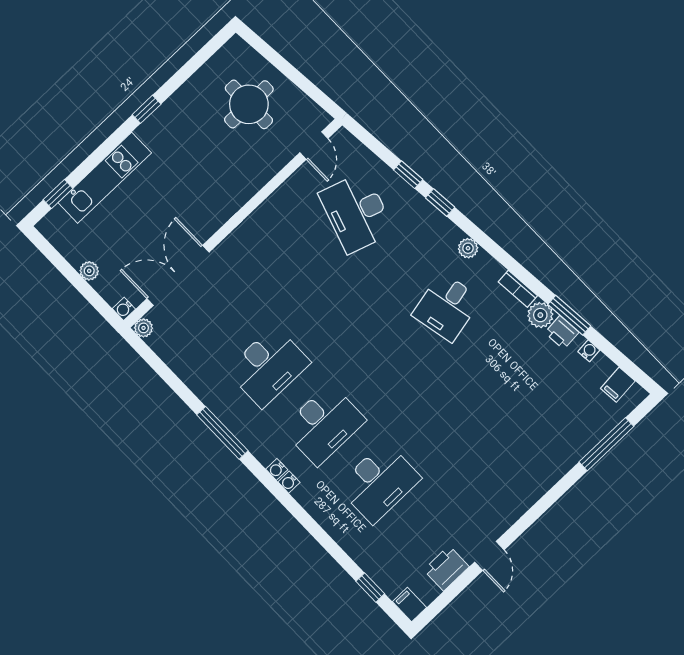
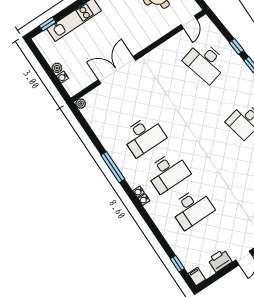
desk: (356, 213) -> (205, 62), turned -33
double door: (178, 275) -> (117, 70), moved
water cooler: (124, 309) -> (62, 77), moved

